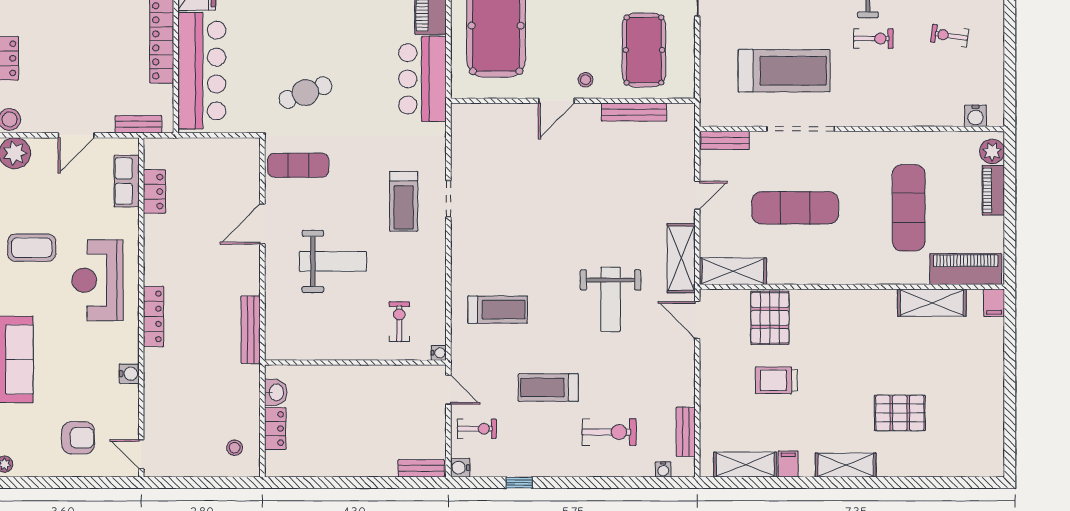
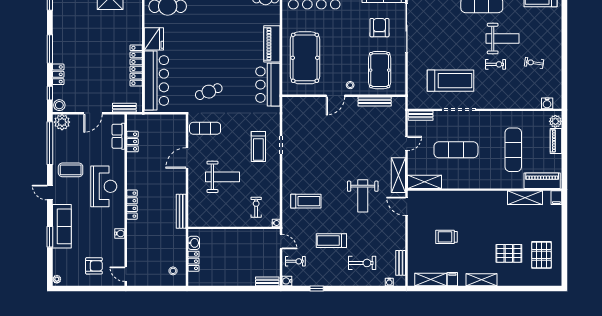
reception desk: (97, 280) -> (104, 186), turned 180
pallet: (770, 318) -> (541, 255), moved

